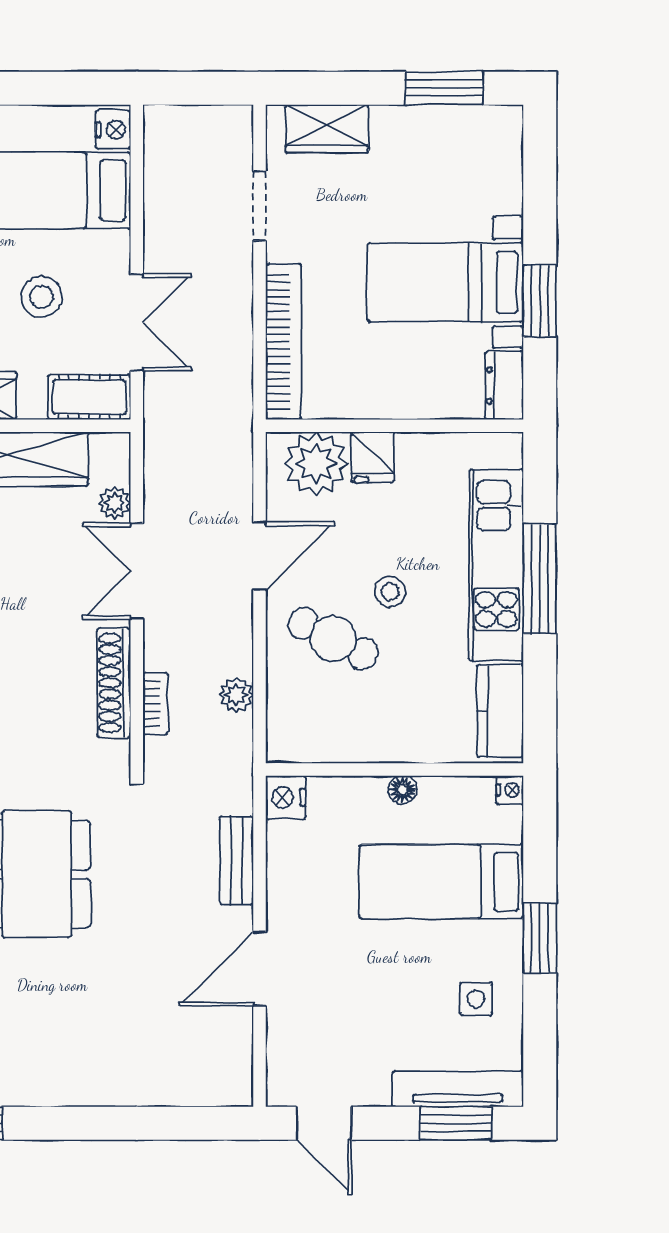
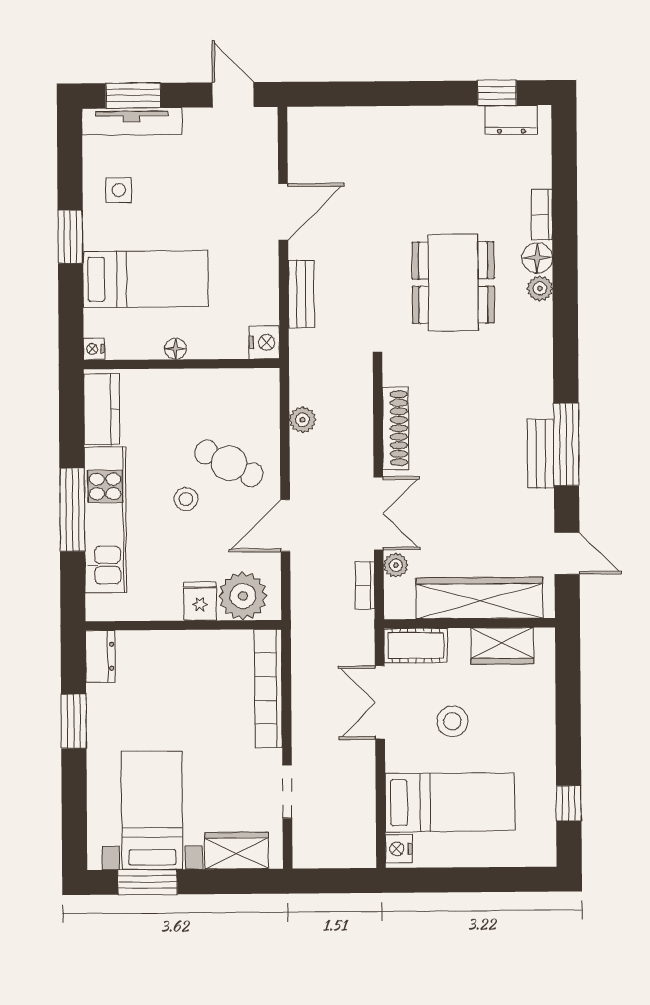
bed with nightstands: (445, 282) -> (152, 810), moved, turned -90
bookcase: (155, 704) -> (365, 585), moved

